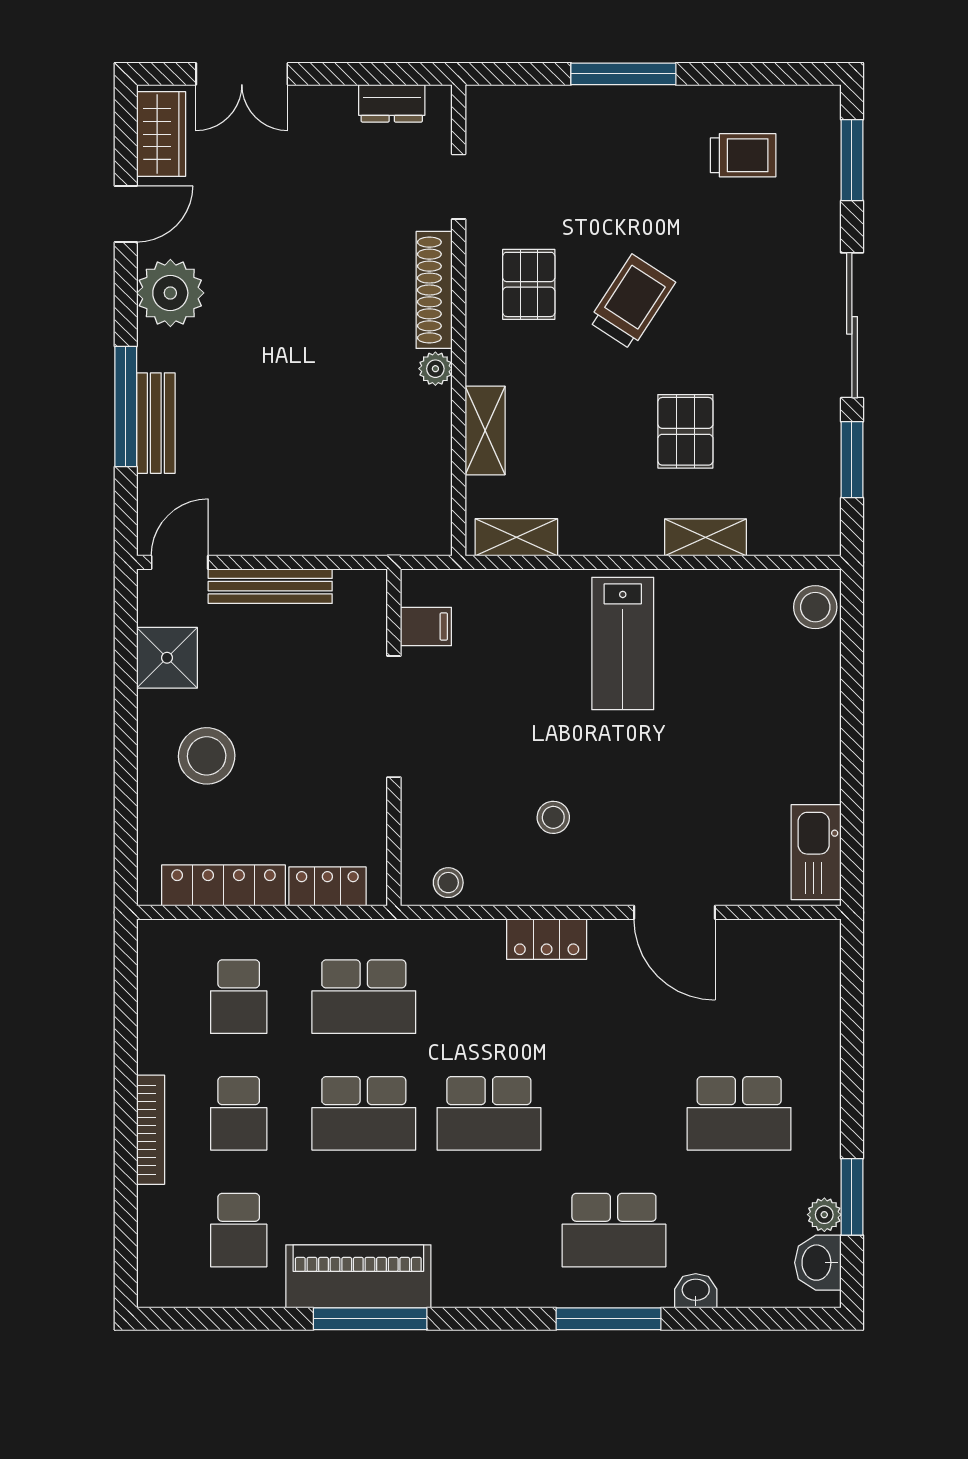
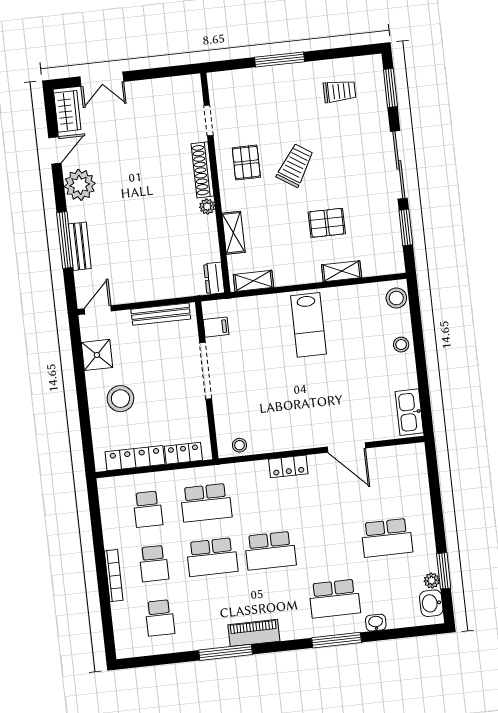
dresser: (392, 103) -> (214, 278), moved, turned 90
pallet: (685, 431) -> (327, 223), turned 90
bench: (270, 586) -> (161, 314), moved
stool: (553, 817) -> (401, 345), moved
piano: (358, 1276) -> (254, 633), moved, width x0.73, depth x0.75

